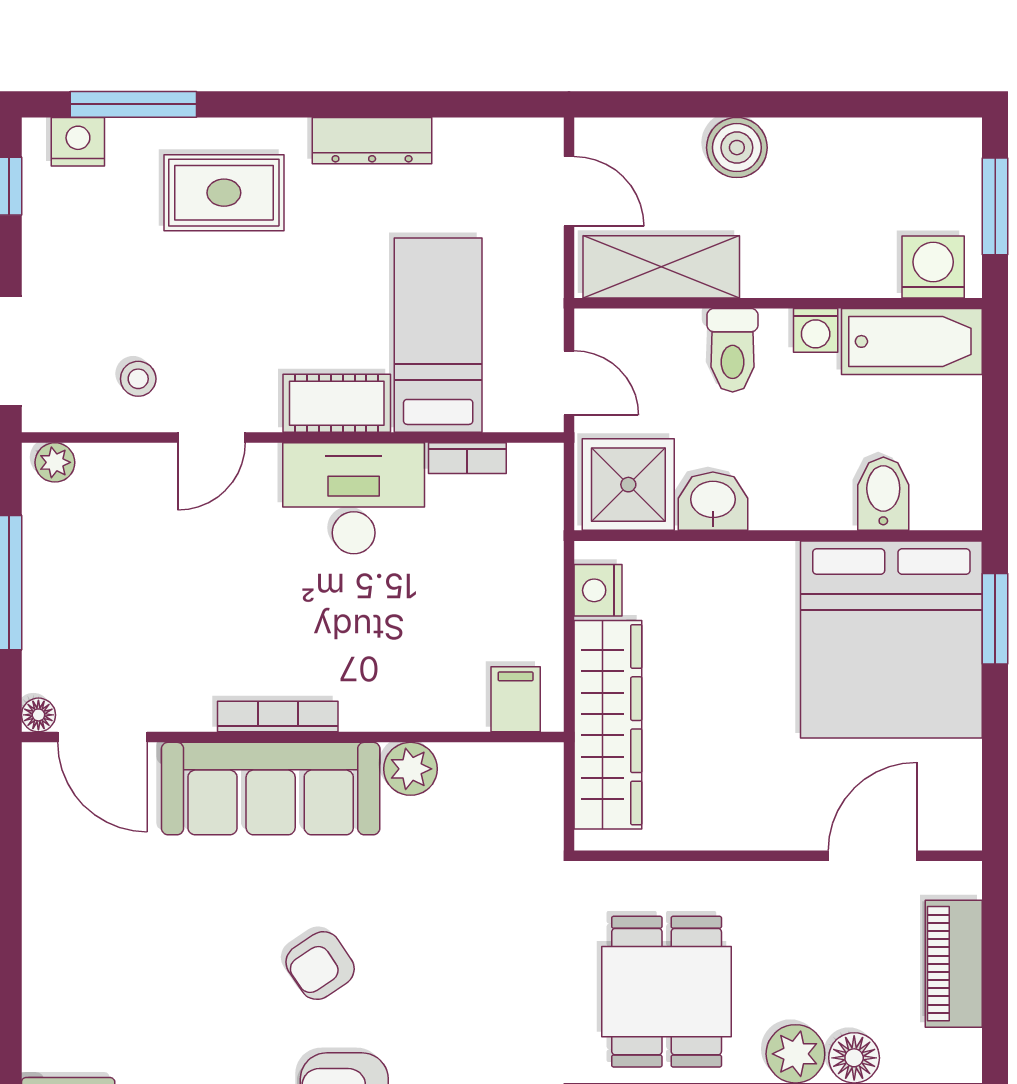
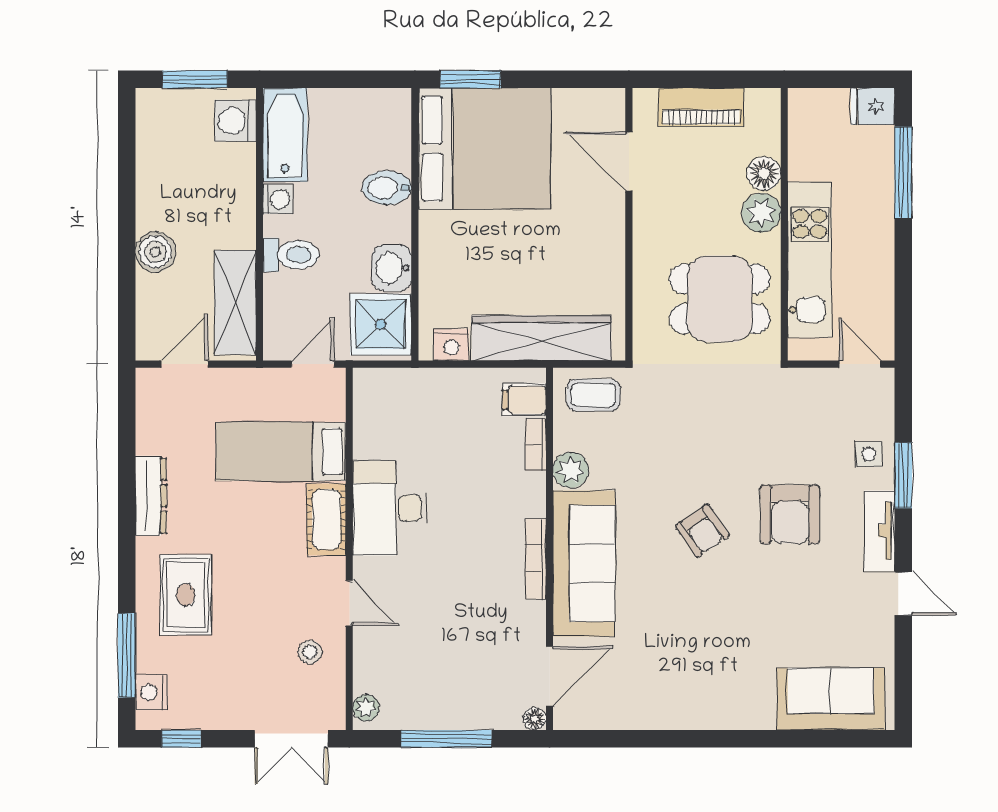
bookcase: (467, 458) -> (536, 445), moved, turned 180
bidet: (883, 494) -> (387, 188), moved
coffee table: (523, 803) -> (593, 395), added

